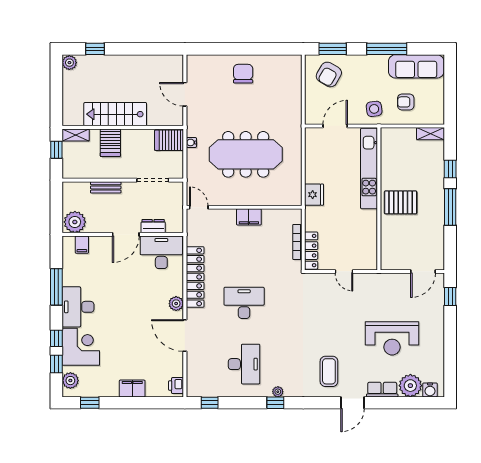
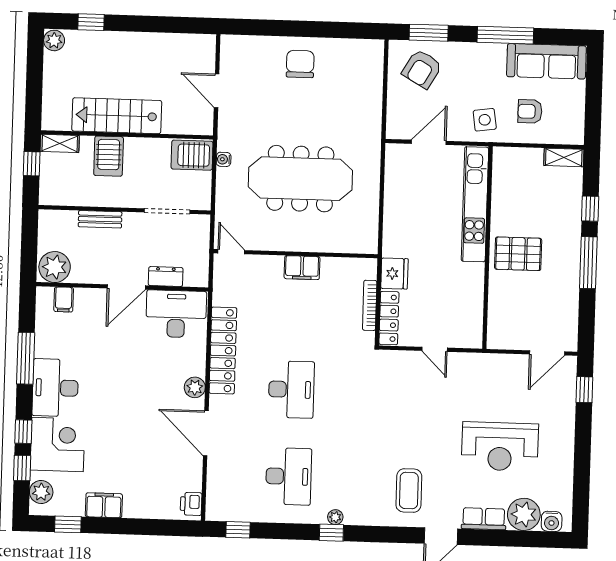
fridge: (314, 195) -> (394, 274), moved
desk: (244, 303) -> (291, 389), turned 90
filing cabinet: (132, 388) -> (104, 505), moved

